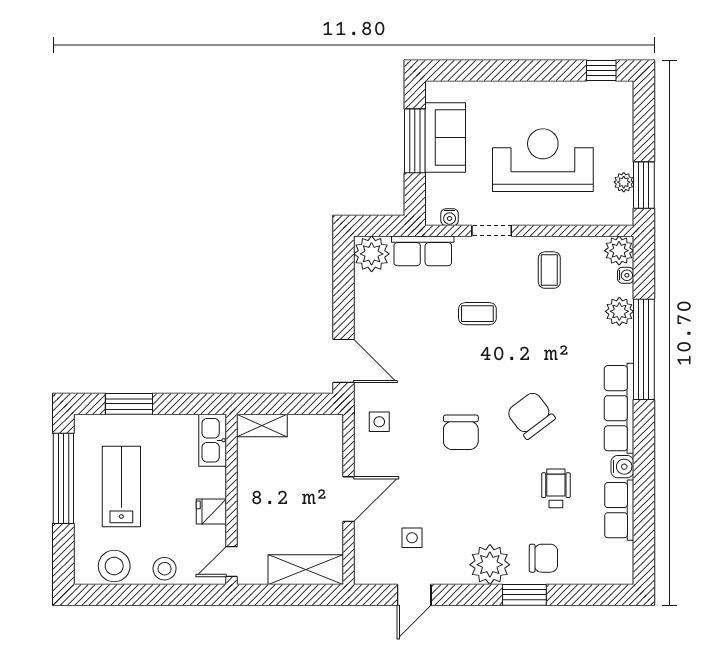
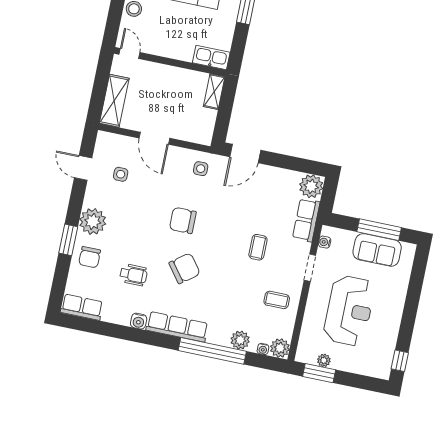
row of seats: (619, 510) -> (82, 307), moved
fridge: (211, 511) -> (165, 47), removed

